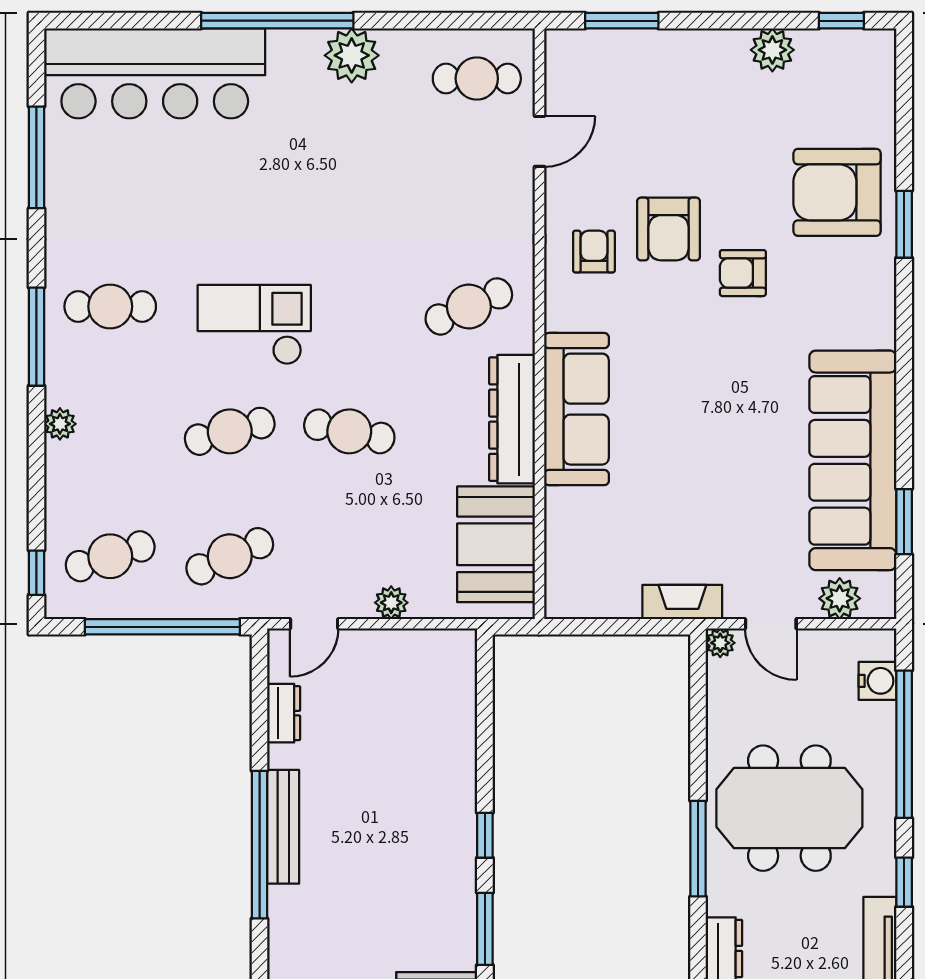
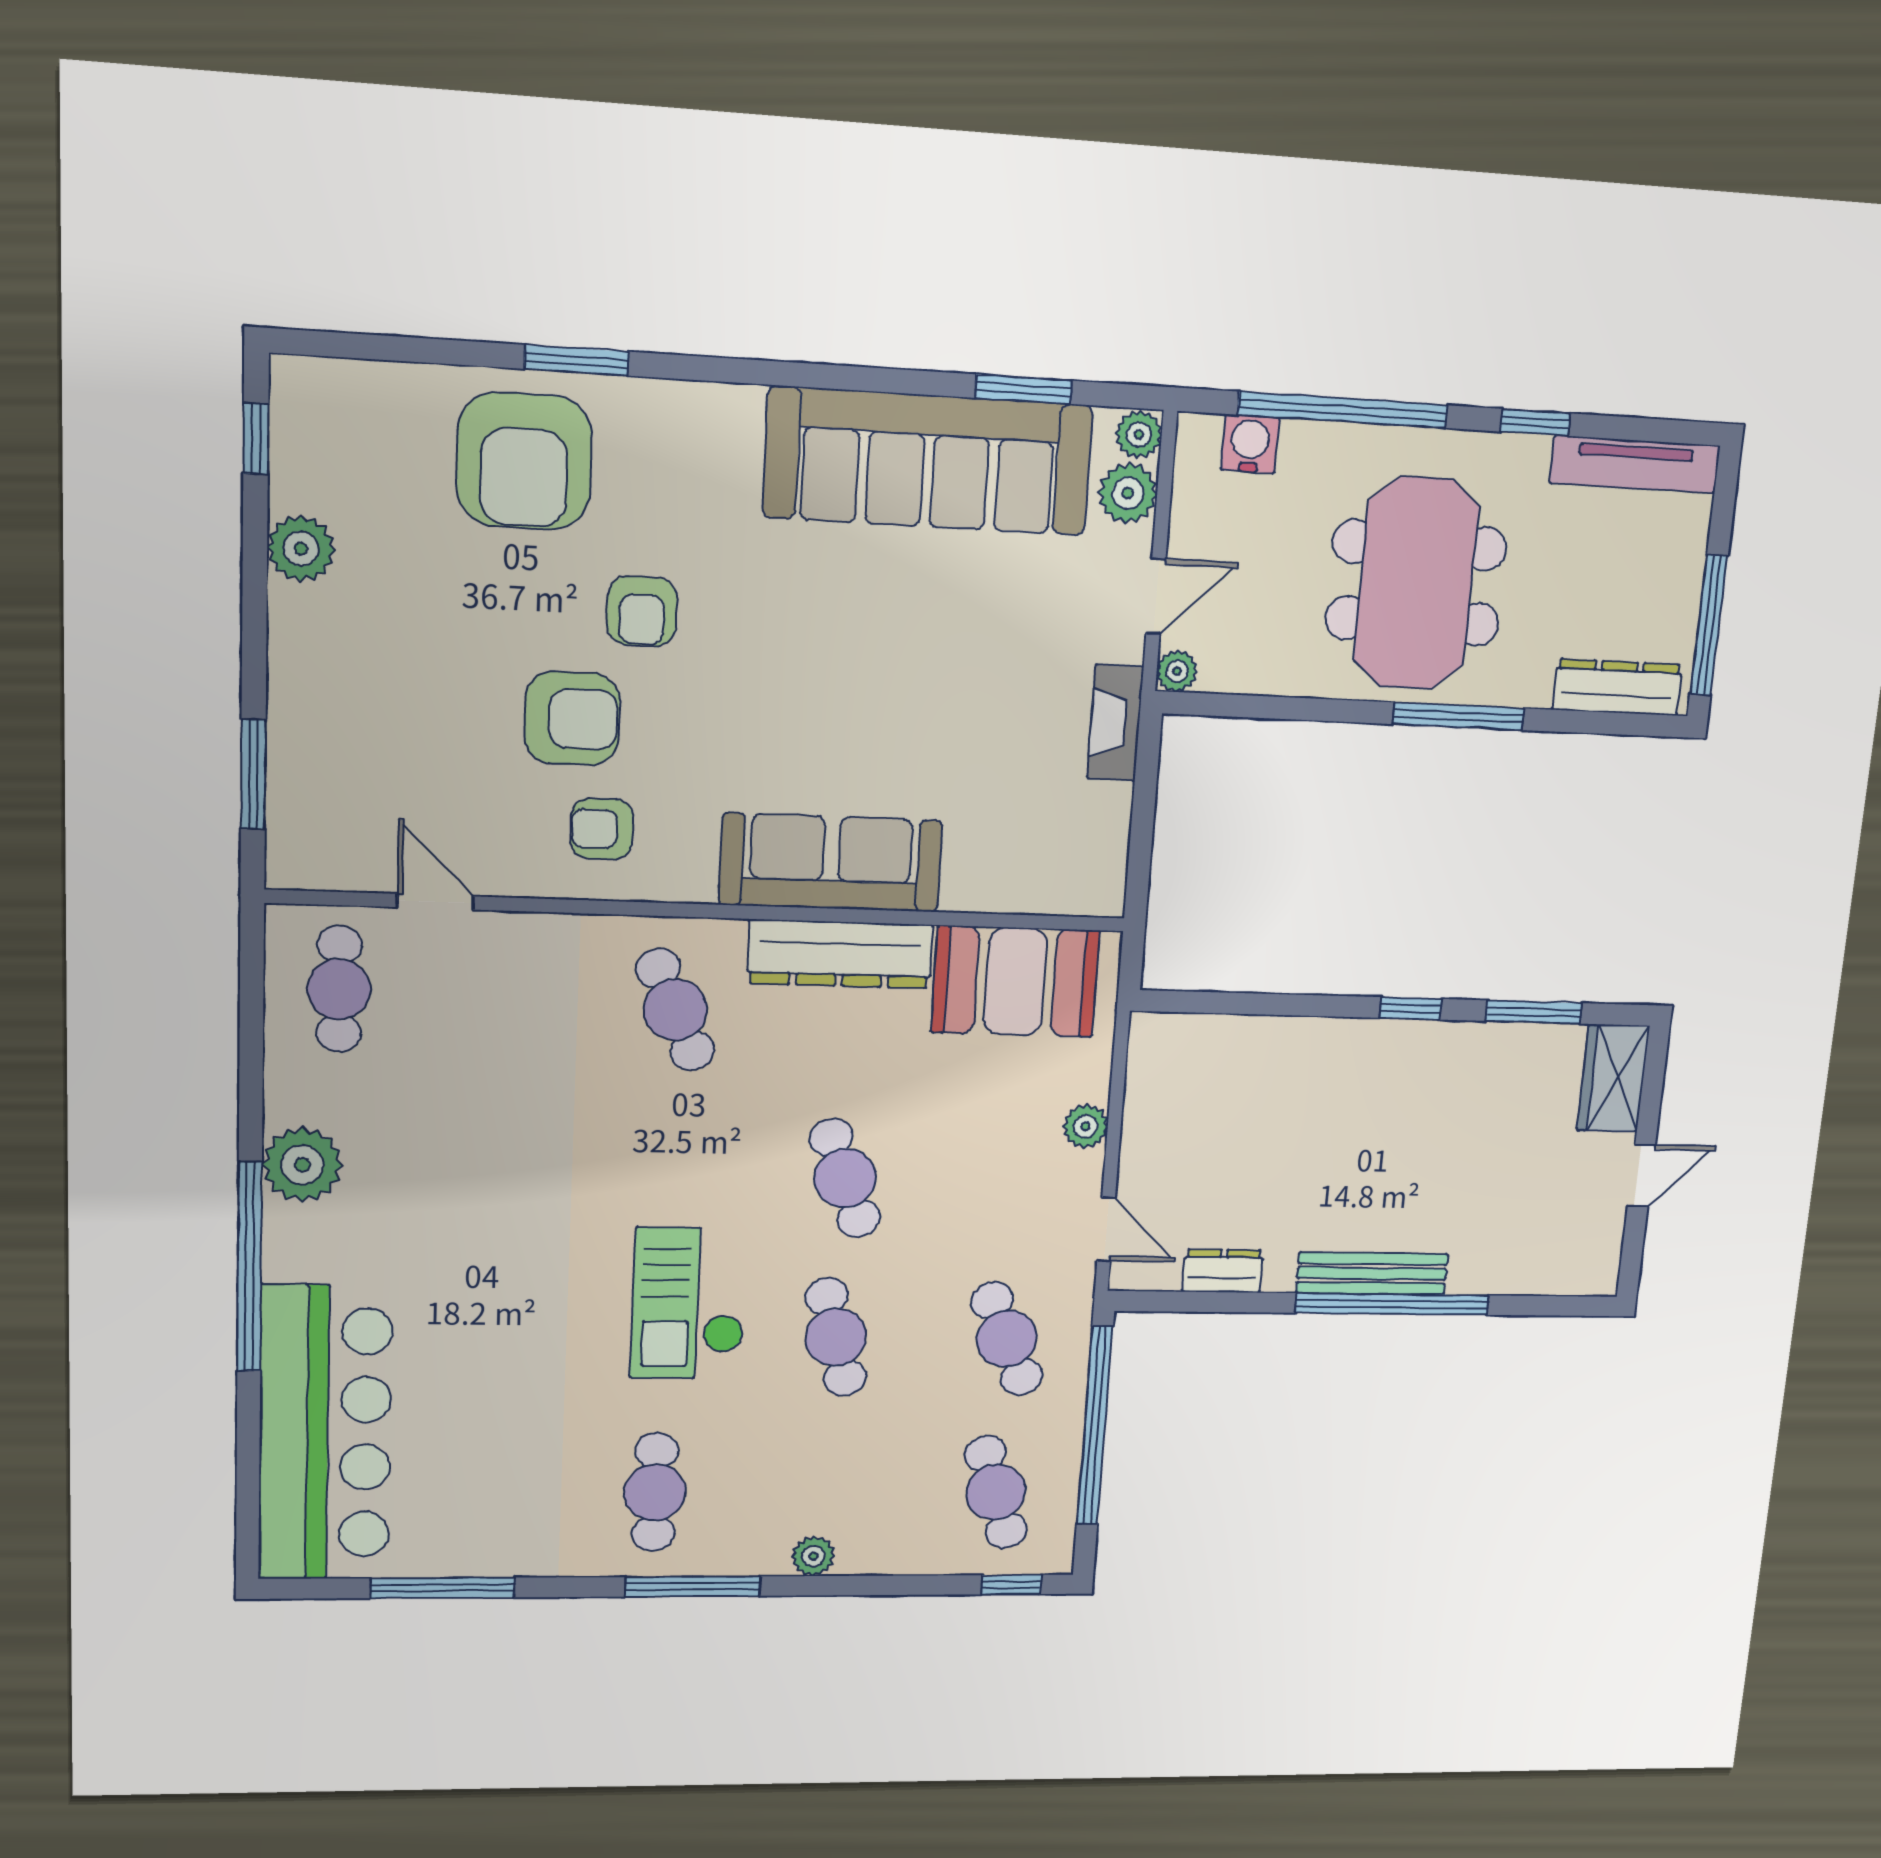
cafe table: (349, 431) -> (845, 1178), turned -33
plant: (879, 603) -> (1139, 434), added

